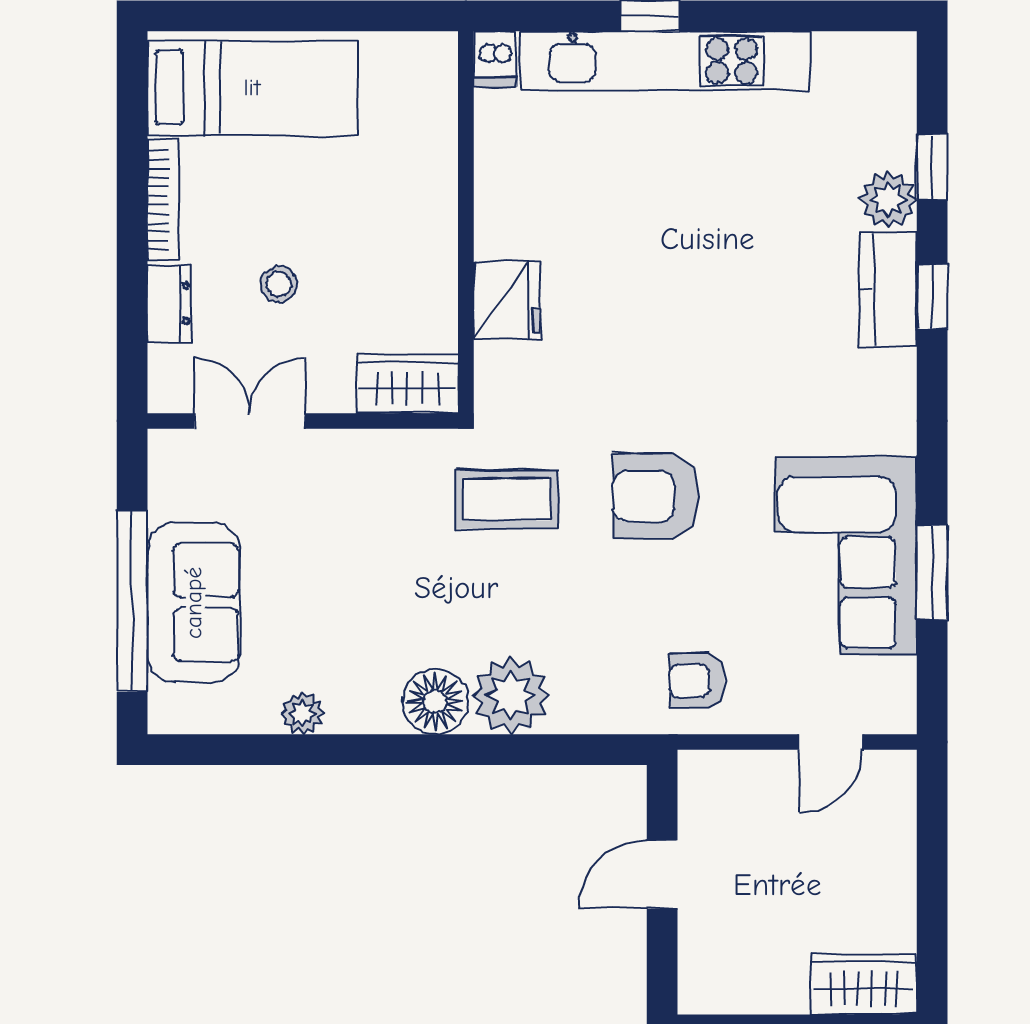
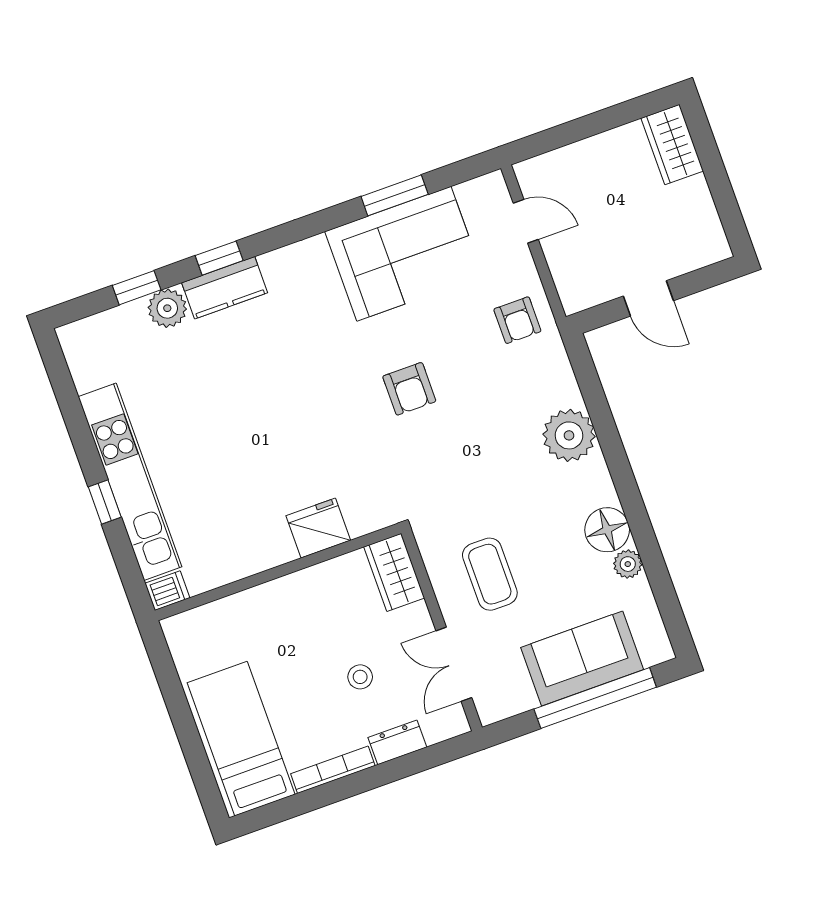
armchair: (655, 496) -> (409, 389), width x0.72, depth x0.72
coffee table: (506, 499) -> (490, 574), moved
floor lamp: (435, 702) -> (607, 530), moved

